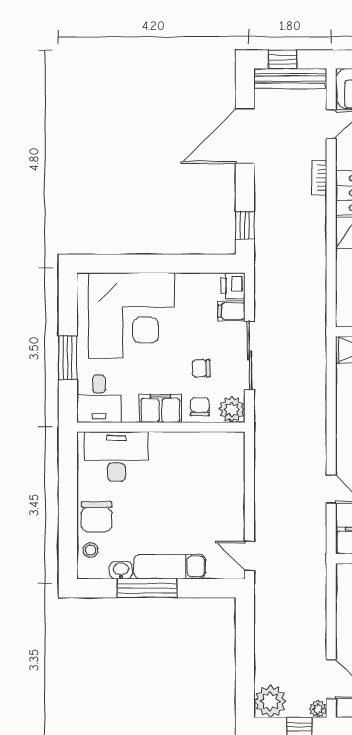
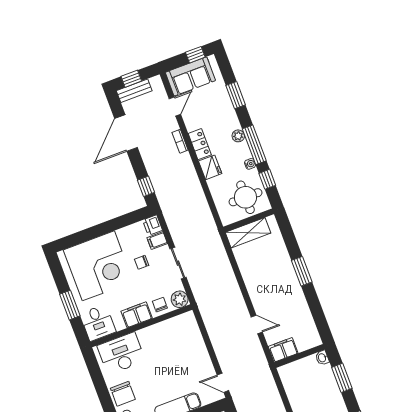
bench: (290, 79) -> (134, 91), width x0.73
sliding door: (249, 355) -> (178, 263), width x0.73
chair: (201, 368) -> (142, 262), moved

